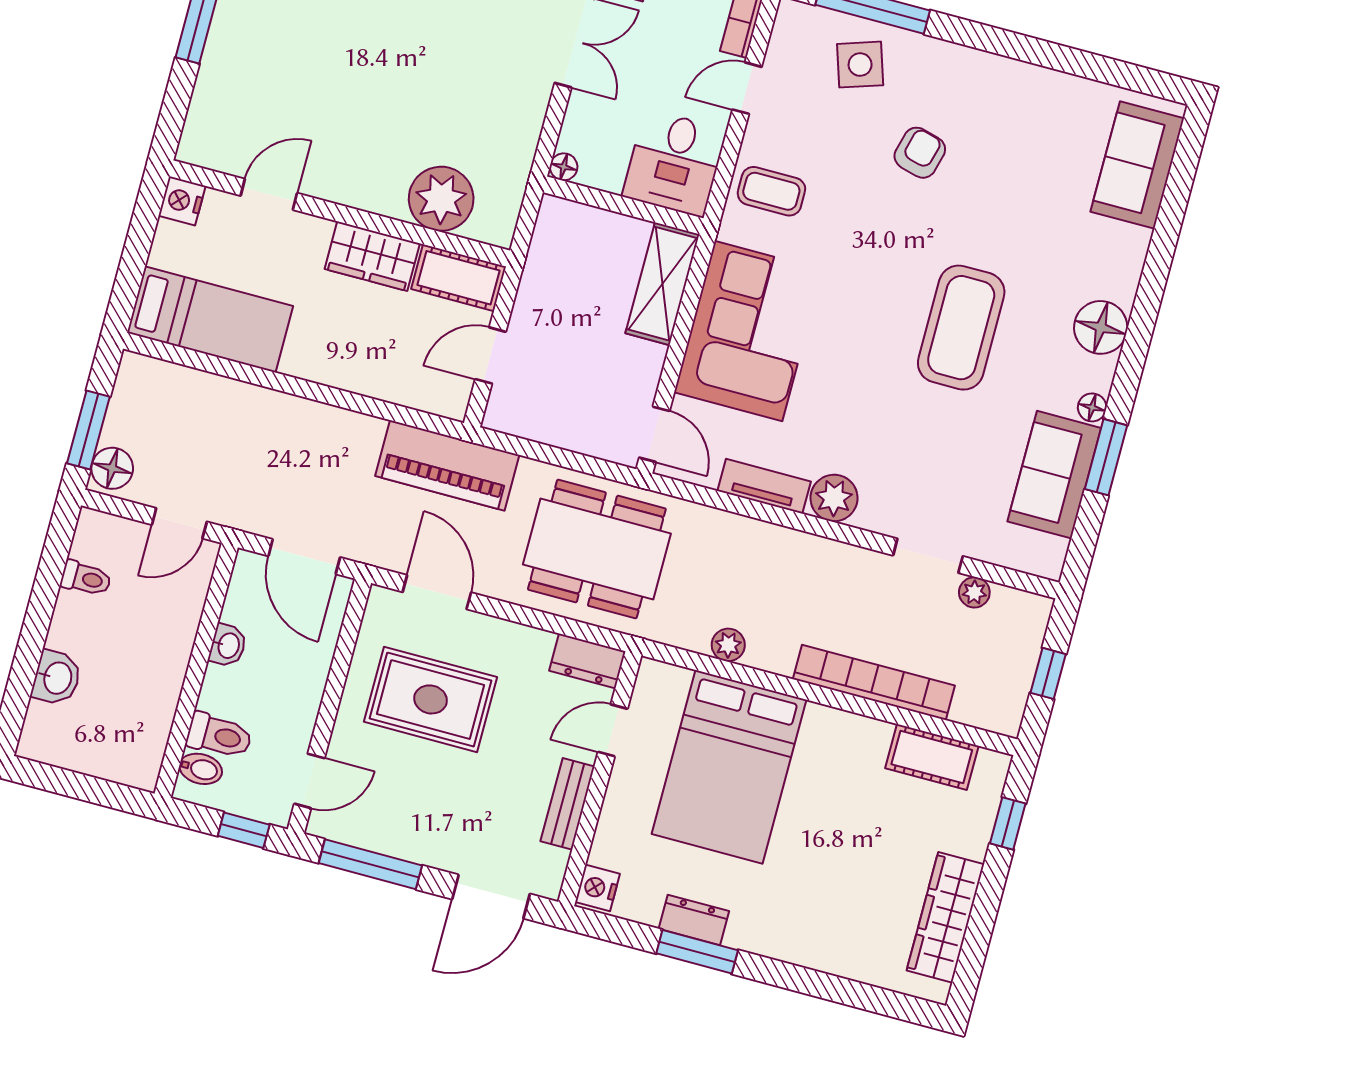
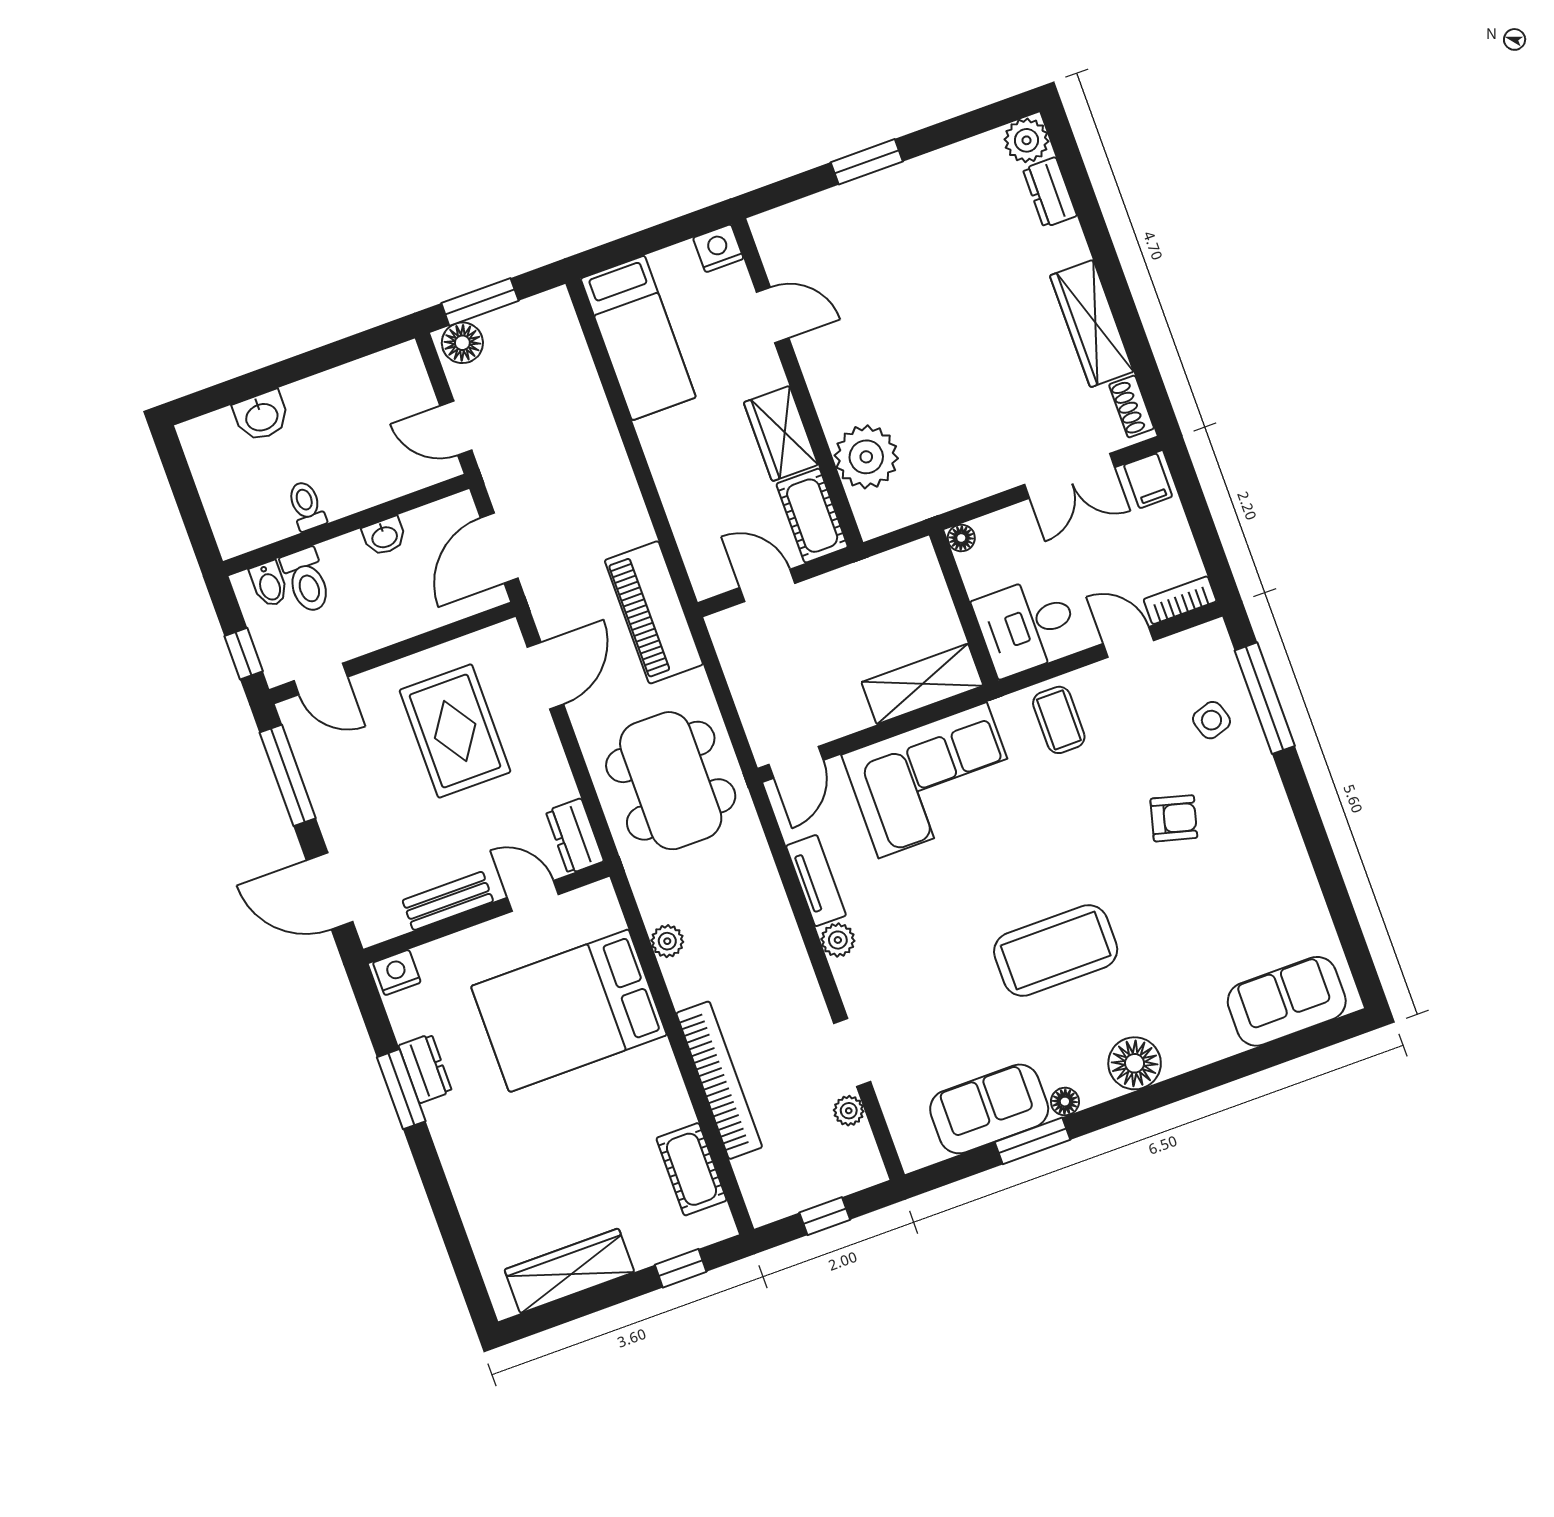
side table: (860, 65) -> (1211, 720), width x0.73, depth x0.73
plant: (834, 498) -> (838, 940), width x0.73, depth x0.73
toilet: (86, 578) -> (306, 506), moved, turned 180

